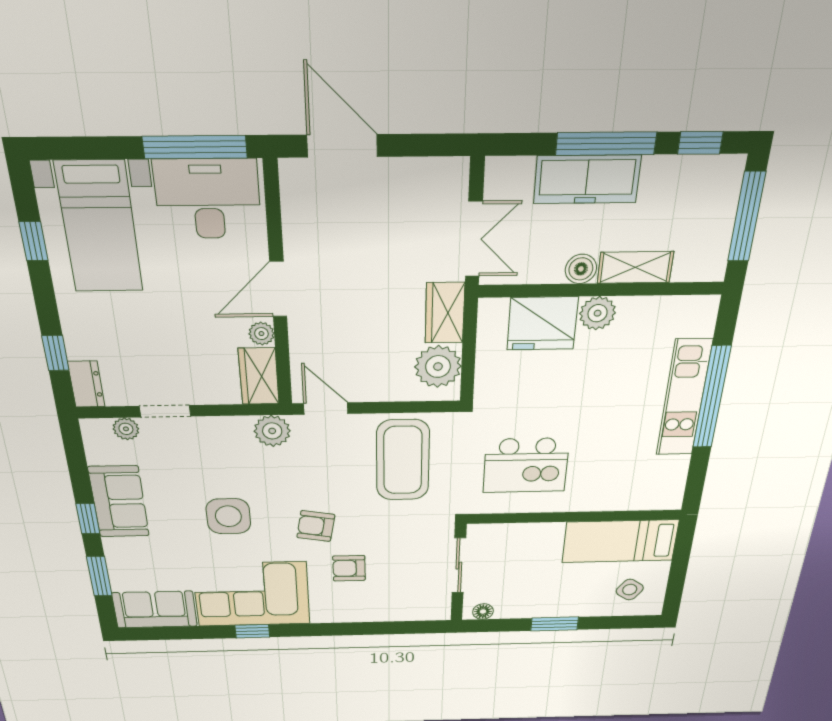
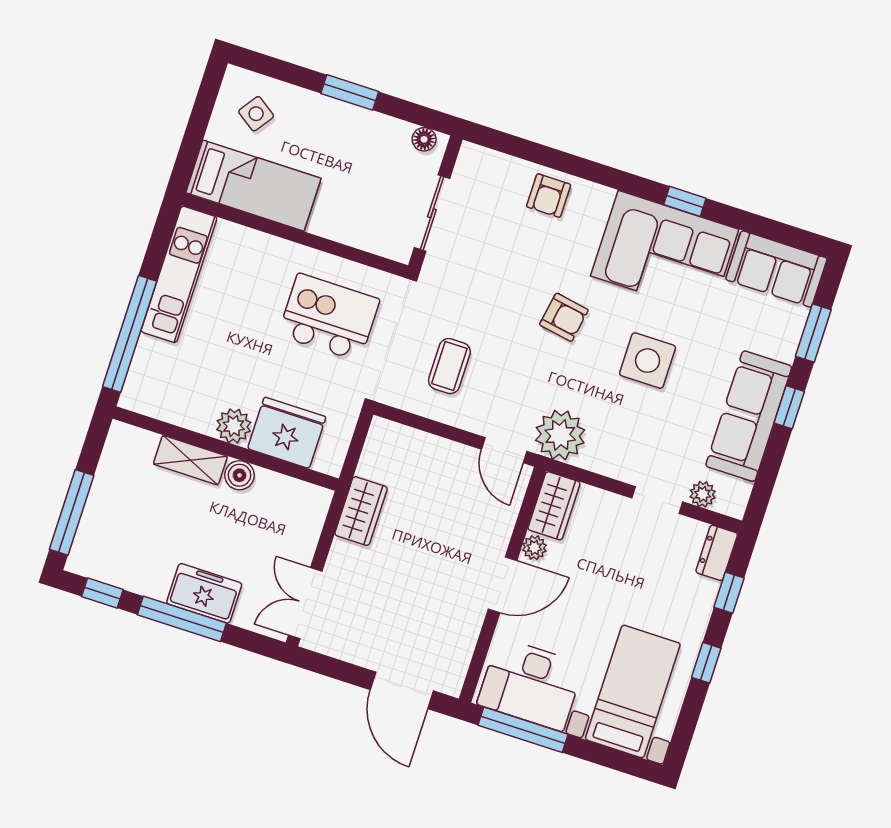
freezer: (587, 179) -> (204, 593), width x0.71
double door: (474, 239) -> (305, 603), moved
window: (34, 241) -> (706, 663), moved
shelving: (635, 267) -> (190, 460), moved
boiler: (581, 269) -> (239, 475), moved
wall: (601, 290) -> (226, 449), moved
plant: (598, 313) -> (234, 426), moved
fridge: (542, 323) -> (287, 433), moved
plant: (438, 367) -> (384, 458), removed
kitchen unit: (684, 398) -> (179, 274), moved
plant: (272, 431) -> (560, 435), width x1.36, depth x1.36
coffee table: (403, 460) -> (449, 366), width x0.54, depth x0.58
sofa: (119, 502) -> (749, 416), width x1.36
armchair: (349, 568) -> (549, 196), moved, turned 90

